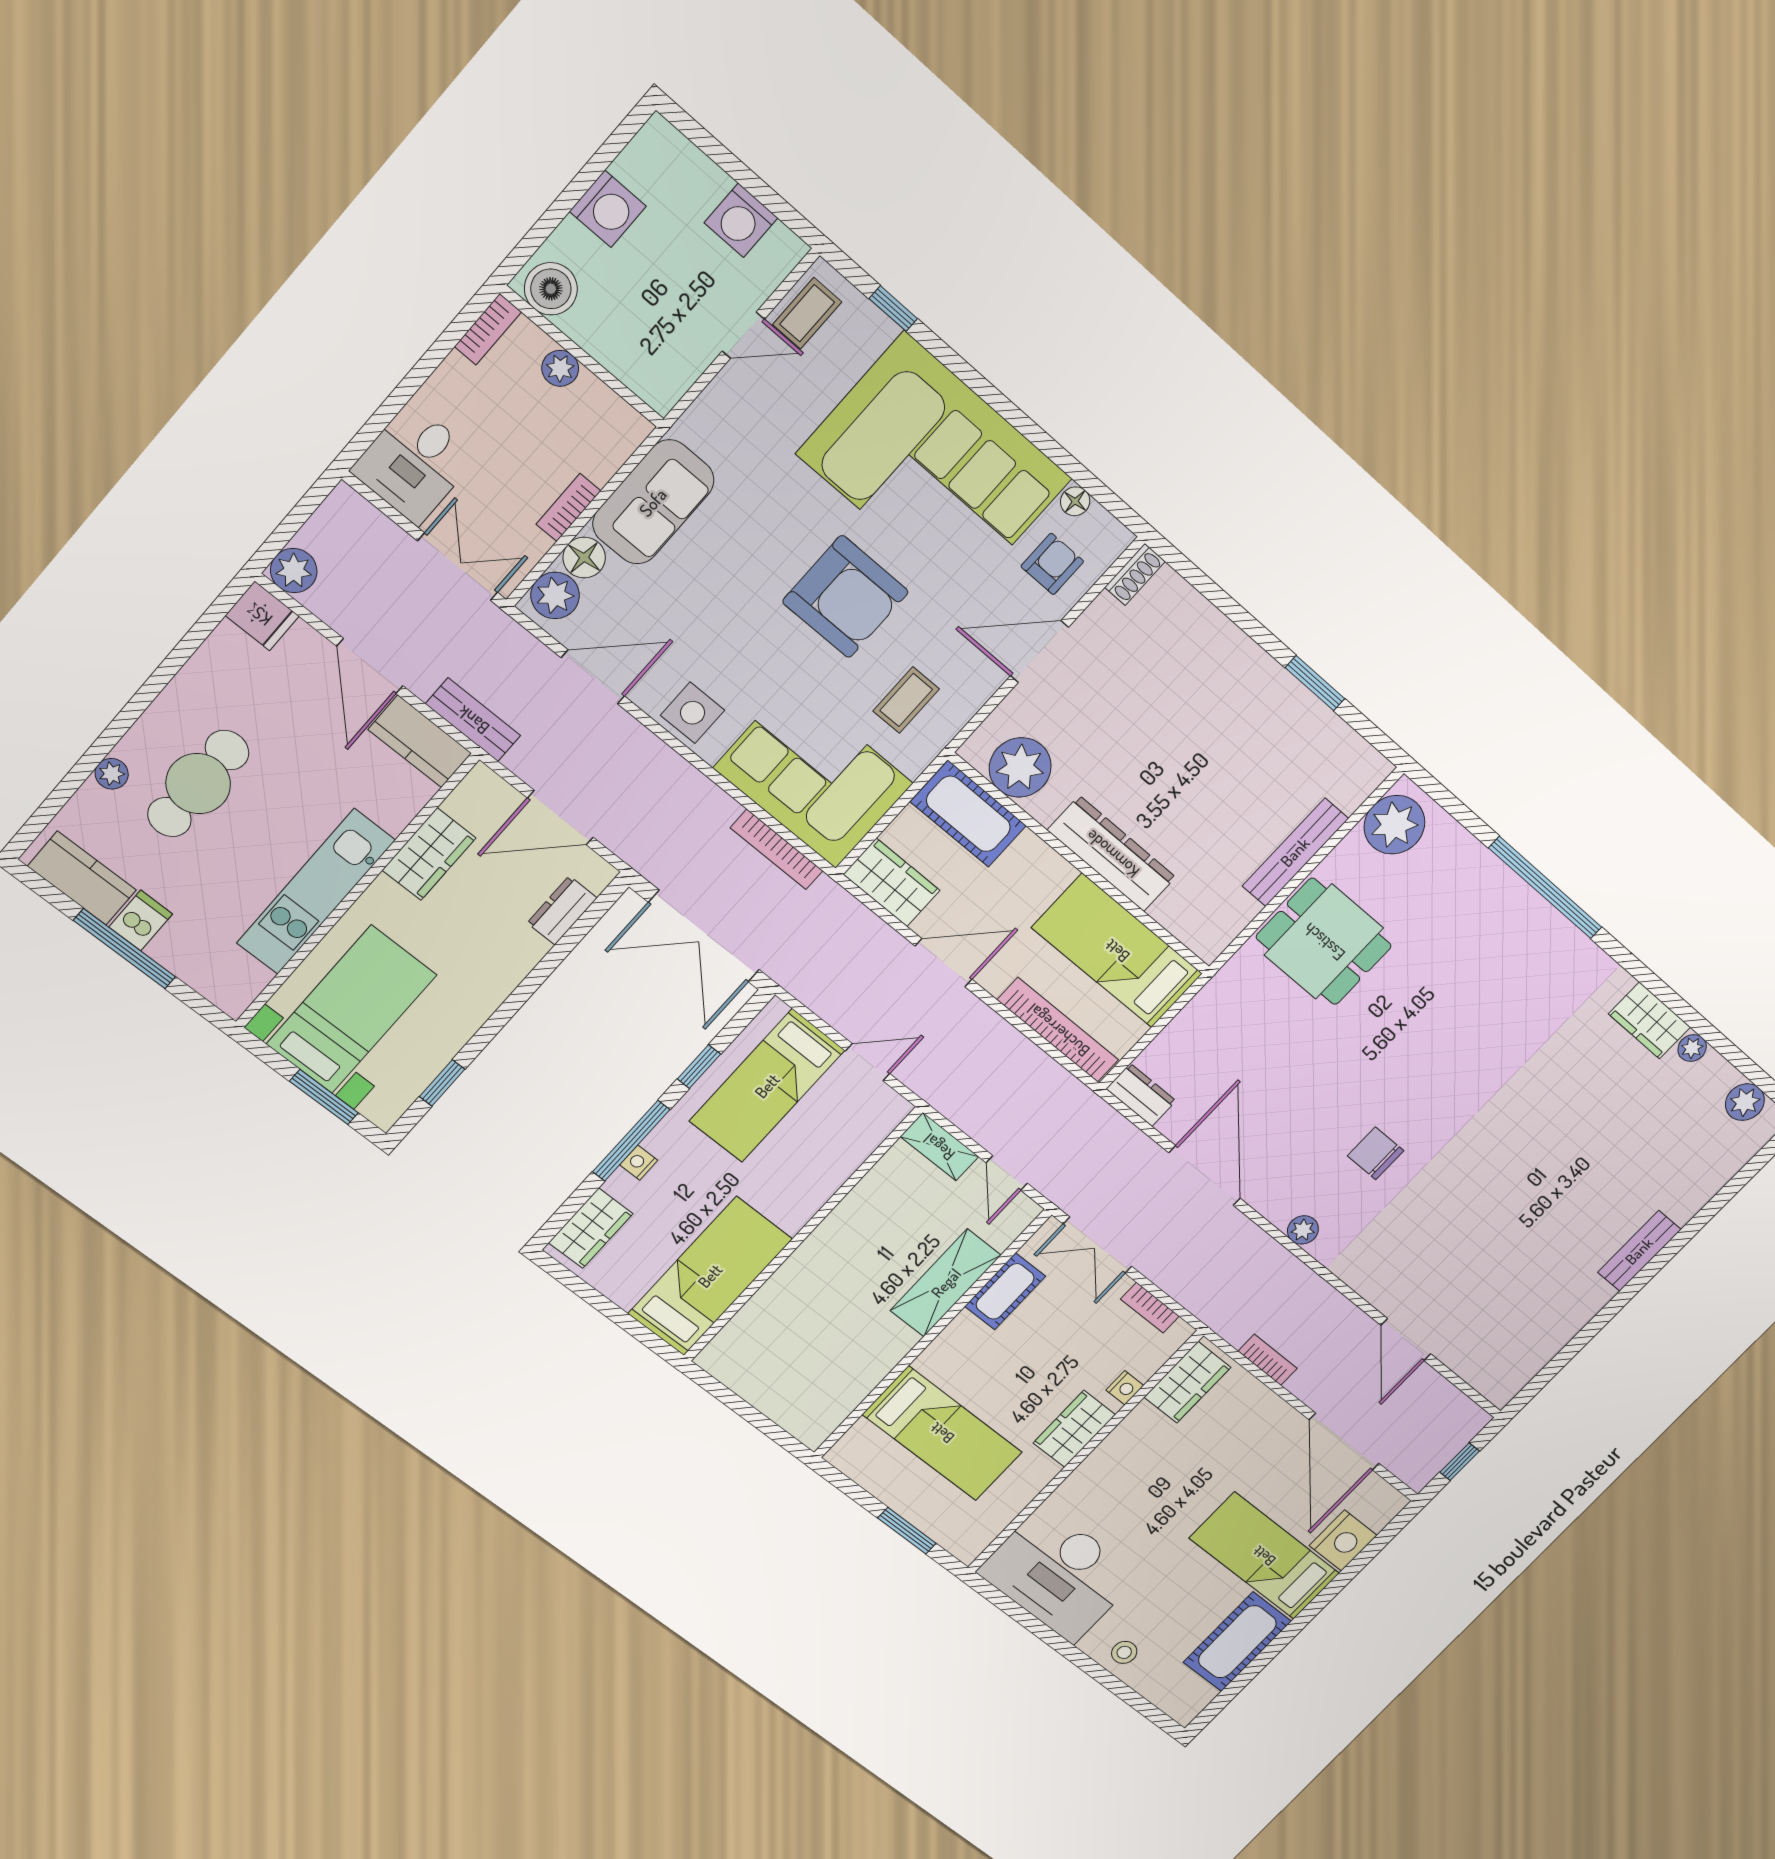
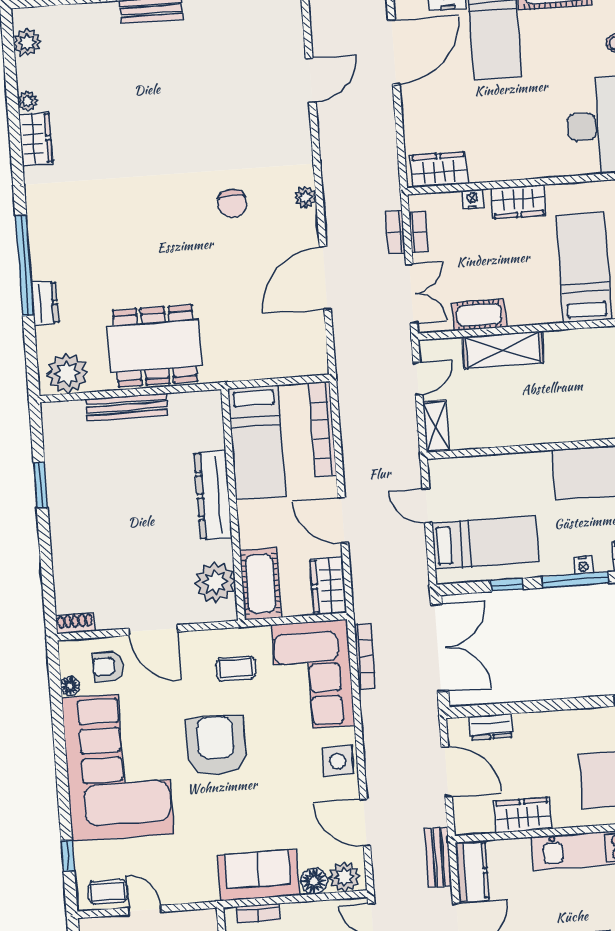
bookcase: (568, 508) -> (258, 913), moved
dining table: (1324, 942) -> (155, 346), width x1.38
dresser: (1141, 1095) -> (45, 303), moved, turned 180
bookcase: (1268, 1360) -> (395, 233), moved

